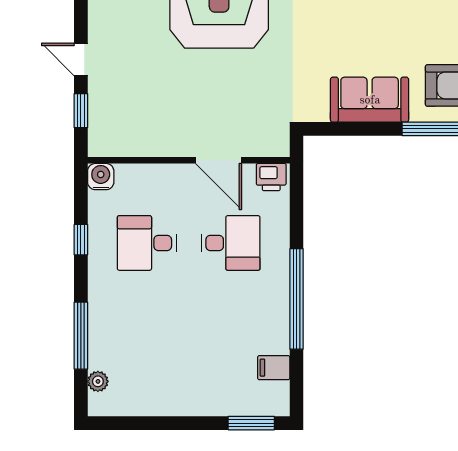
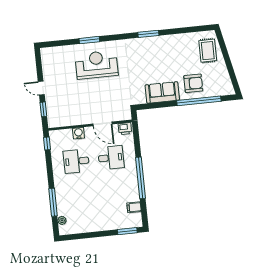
water cooler: (101, 177) -> (78, 133), moved
window: (81, 240) -> (47, 143), moved

